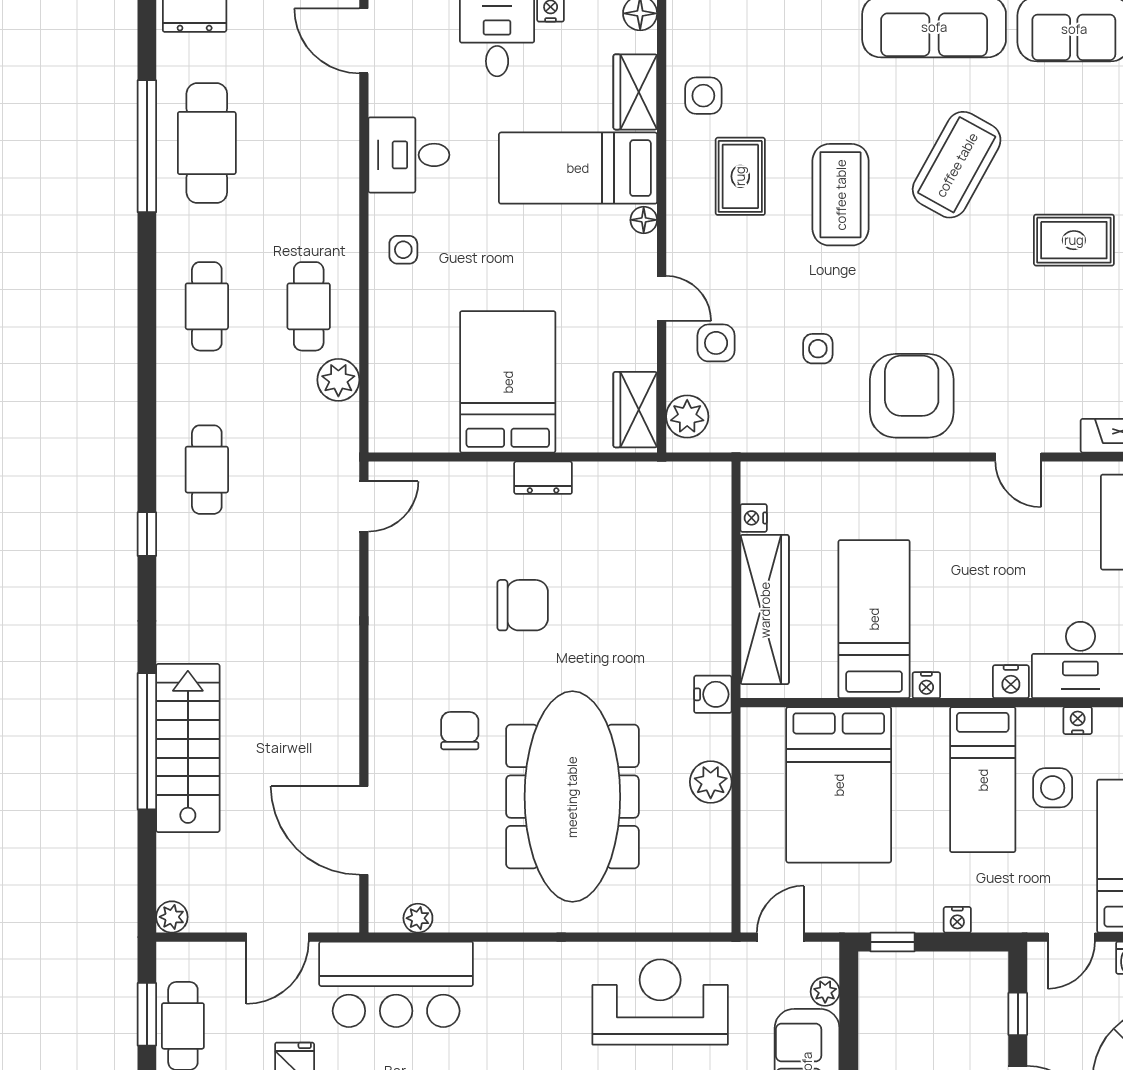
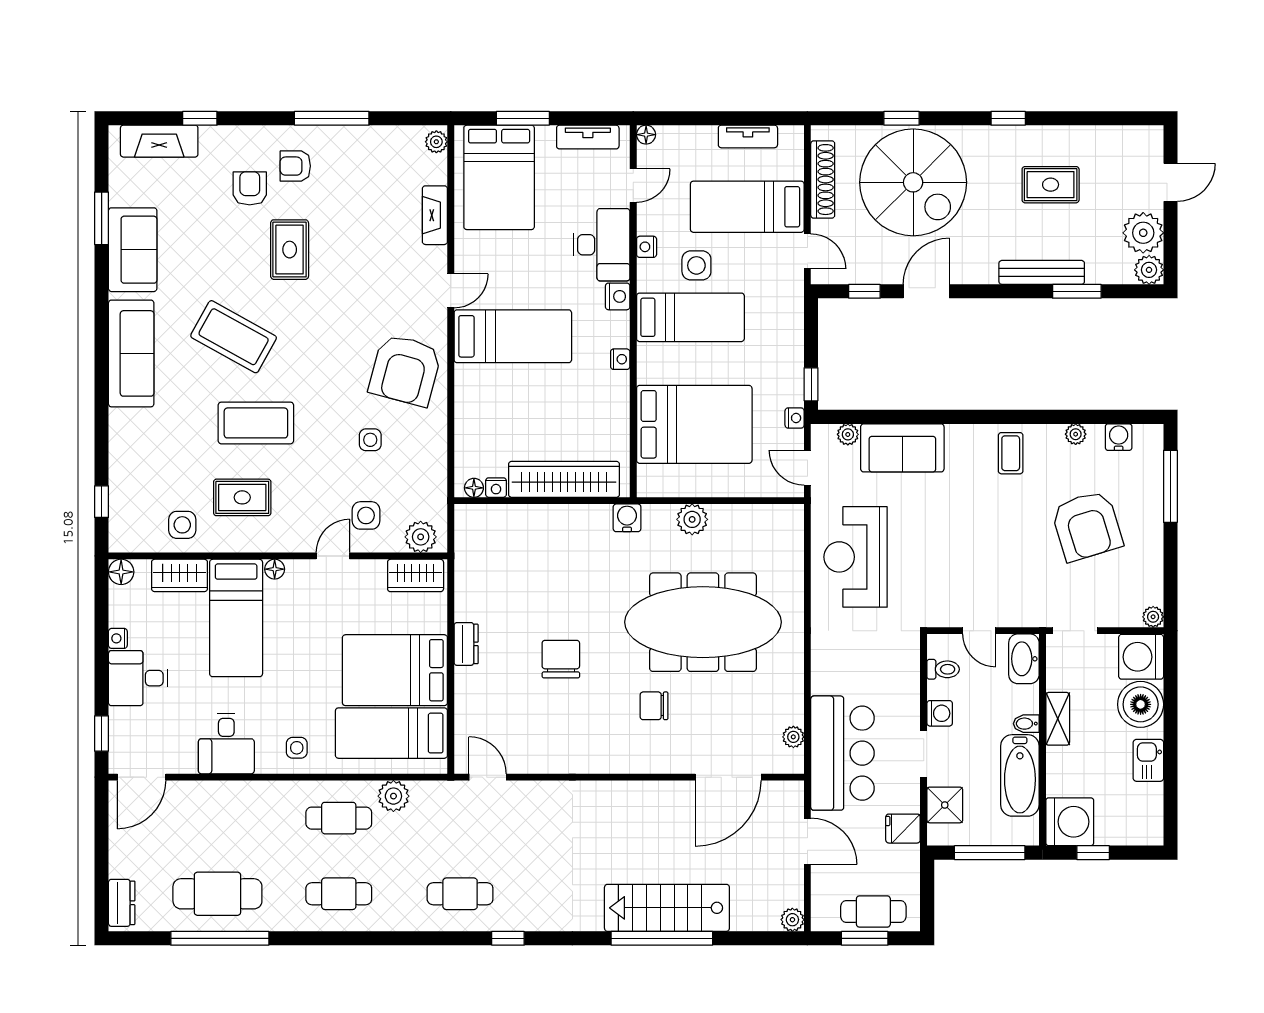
bed: (423, 377) -> (391, 733), added
armchair: (912, 396) -> (405, 370), turned -75
floor lamp: (753, 488) -> (474, 488), added
bed: (874, 619) -> (513, 336), moved, turned 180
nightstand: (957, 920) -> (795, 418), moved

